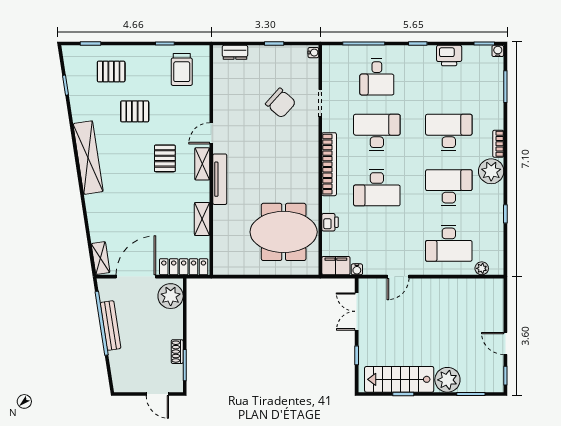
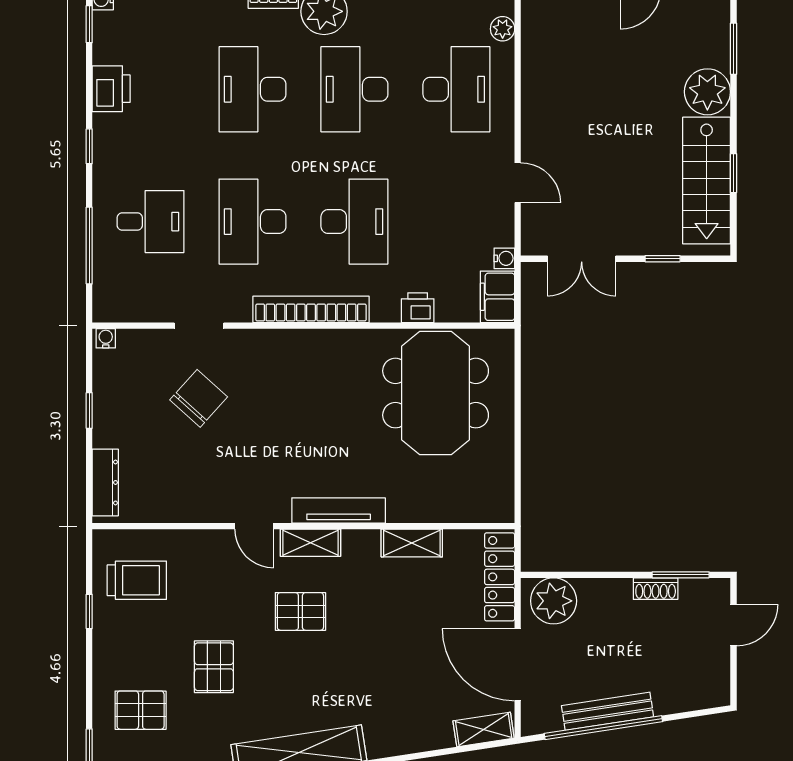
dresser: (235, 52) -> (105, 482), width x1.44
pallet: (111, 72) -> (141, 710), turned 90

